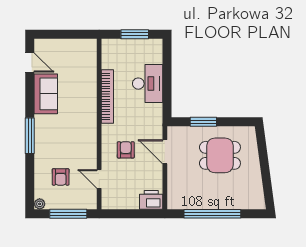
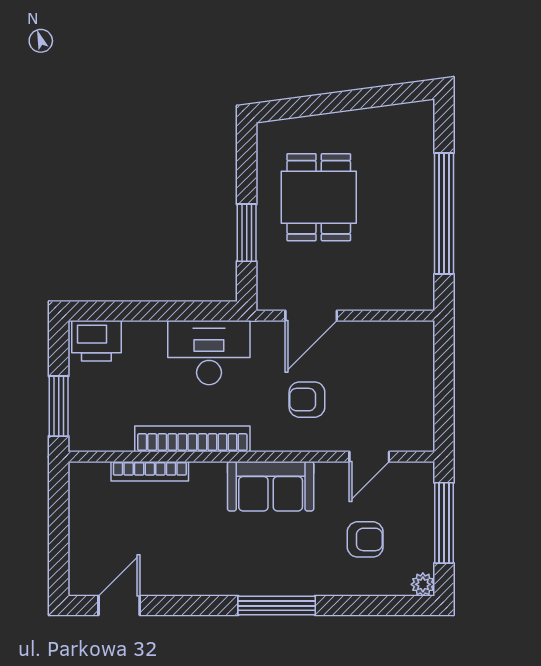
window: (135, 34) -> (59, 406), moved
bookcase: (92, 77) -> (150, 471), added
desk: (148, 84) -> (209, 353), moved
sofa: (46, 94) -> (271, 486), moved, turned 180
printer: (151, 200) -> (96, 341), moved, turned -90

